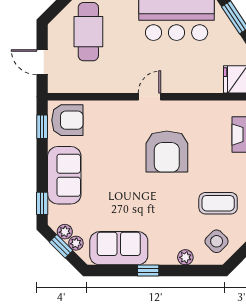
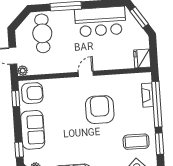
plant: (55, 85) -> (23, 71), added
armchair: (167, 152) -> (100, 110), turned 180

